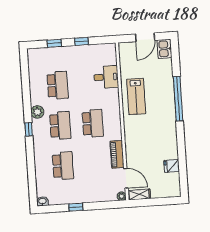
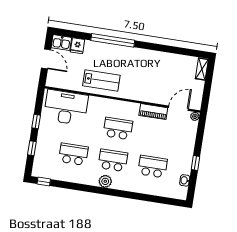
desk: (106, 77) -> (66, 107), width x1.87, depth x1.30
plant: (37, 112) -> (105, 181), moved
window: (29, 129) -> (44, 182), moved
fridge: (172, 166) -> (77, 46), moved
shelving: (139, 195) -> (202, 69), moved
washbasin: (42, 201) -> (185, 180), moved

